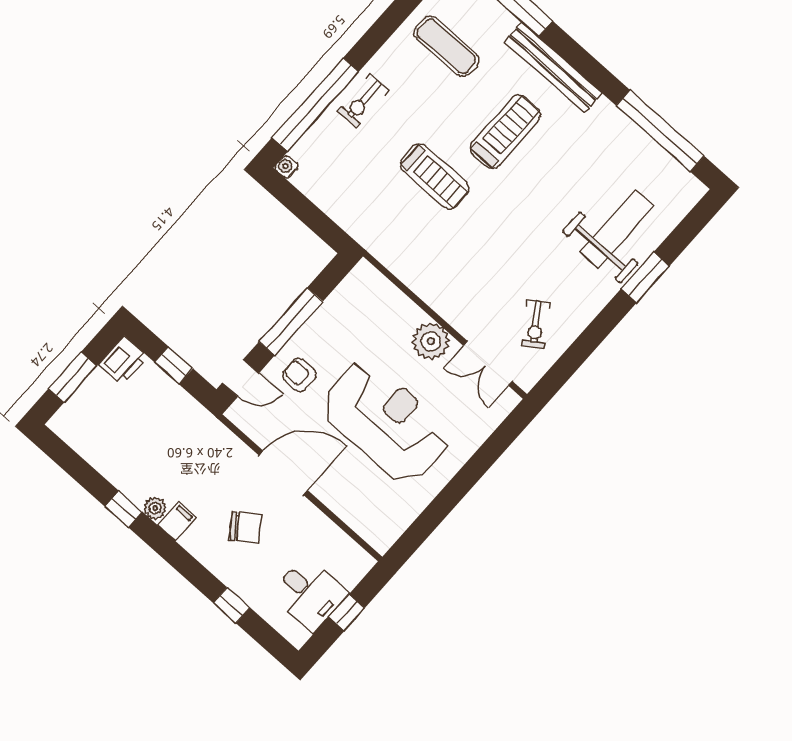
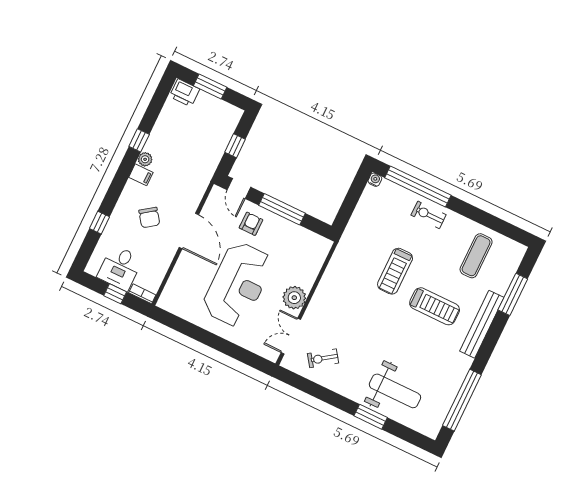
printer: (123, 360) -> (184, 93), moved
bookcase: (359, 571) -> (142, 294), added

